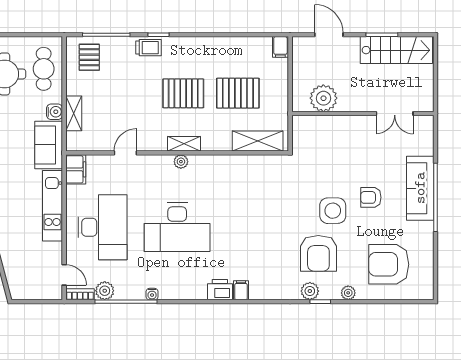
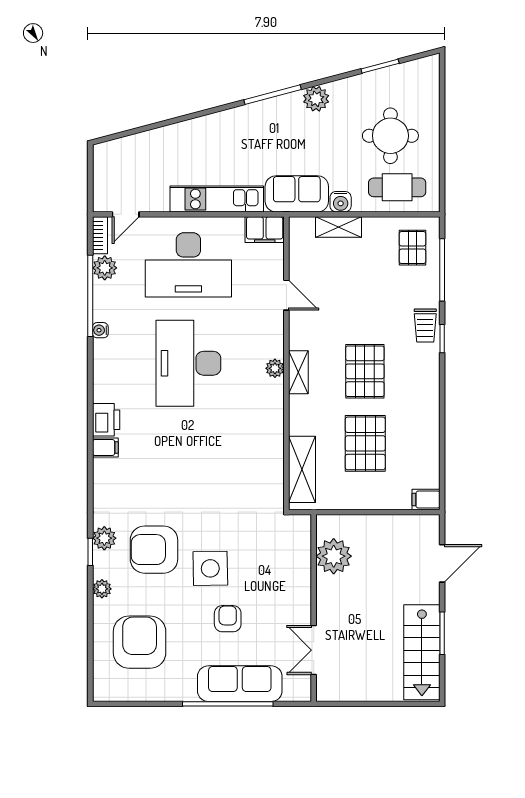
pallet: (89, 57) -> (412, 248), turned 90
plant: (323, 98) -> (334, 556), moved
wall: (363, 113) -> (314, 608), moved
double door: (395, 113) -> (314, 650), moved

